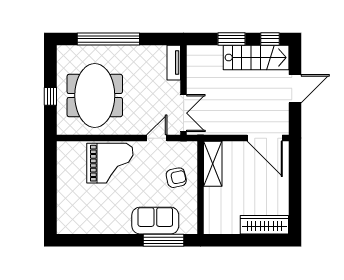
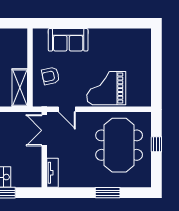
window: (108, 39) -> (108, 193), width x0.47
door: (157, 138) -> (67, 109), hinge flipped
window: (164, 240) -> (61, 23), removed

